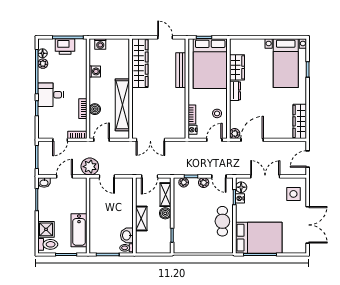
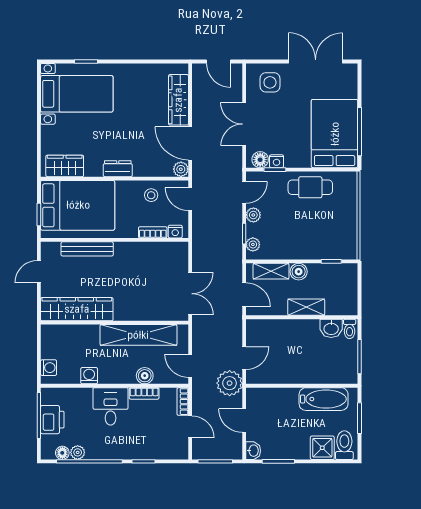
wardrobe: (237, 67) -> (65, 166), moved
desk: (51, 95) -> (111, 406), moved, turned 180
wardrobe: (300, 121) -> (178, 100), moved, turned 90

